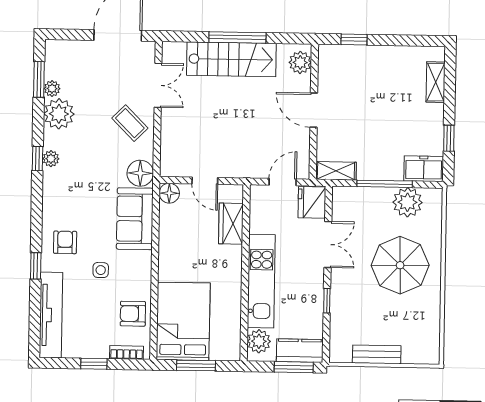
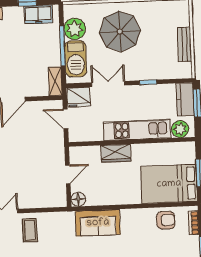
coffee table: (130, 123) -> (30, 230), turned -45
freezer: (424, 169) -> (38, 14), moved, turned -90
floor lamp: (140, 173) -> (65, 221), removed
barbecue: (366, 201) -> (76, 59), added
wardrobe: (231, 224) -> (116, 153), moved
side table: (101, 270) -> (136, 245), removed
armchair: (133, 314) -> (166, 220), turned -90

